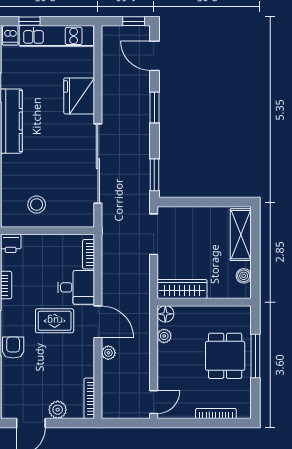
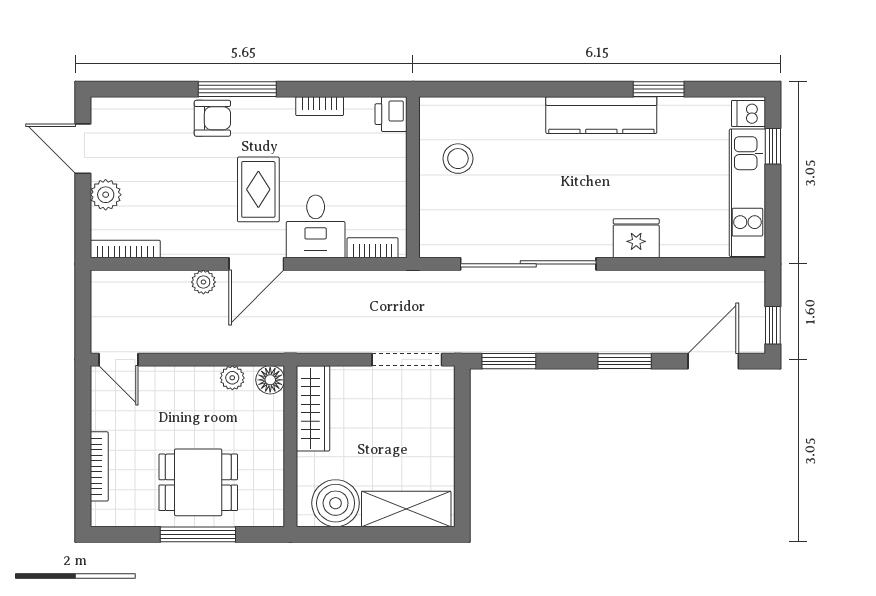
fridge: (79, 96) -> (636, 238), width x0.73, depth x0.75
boiler: (244, 276) -> (336, 503), width x1.86, depth x1.86

